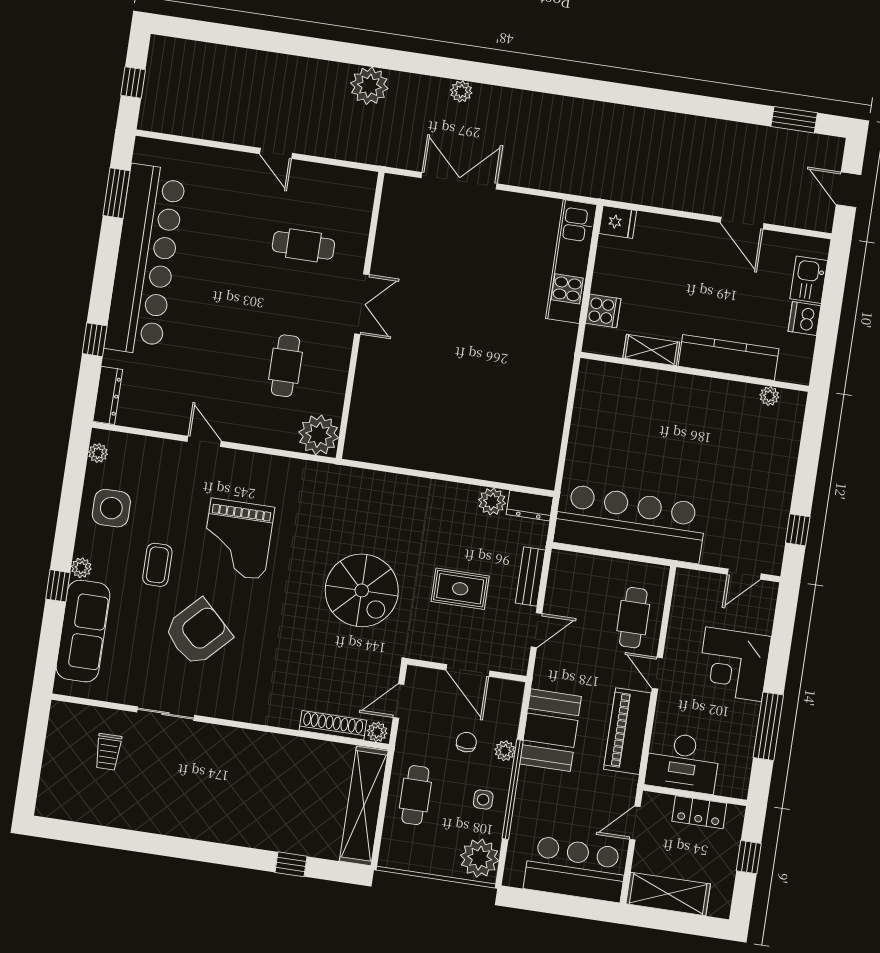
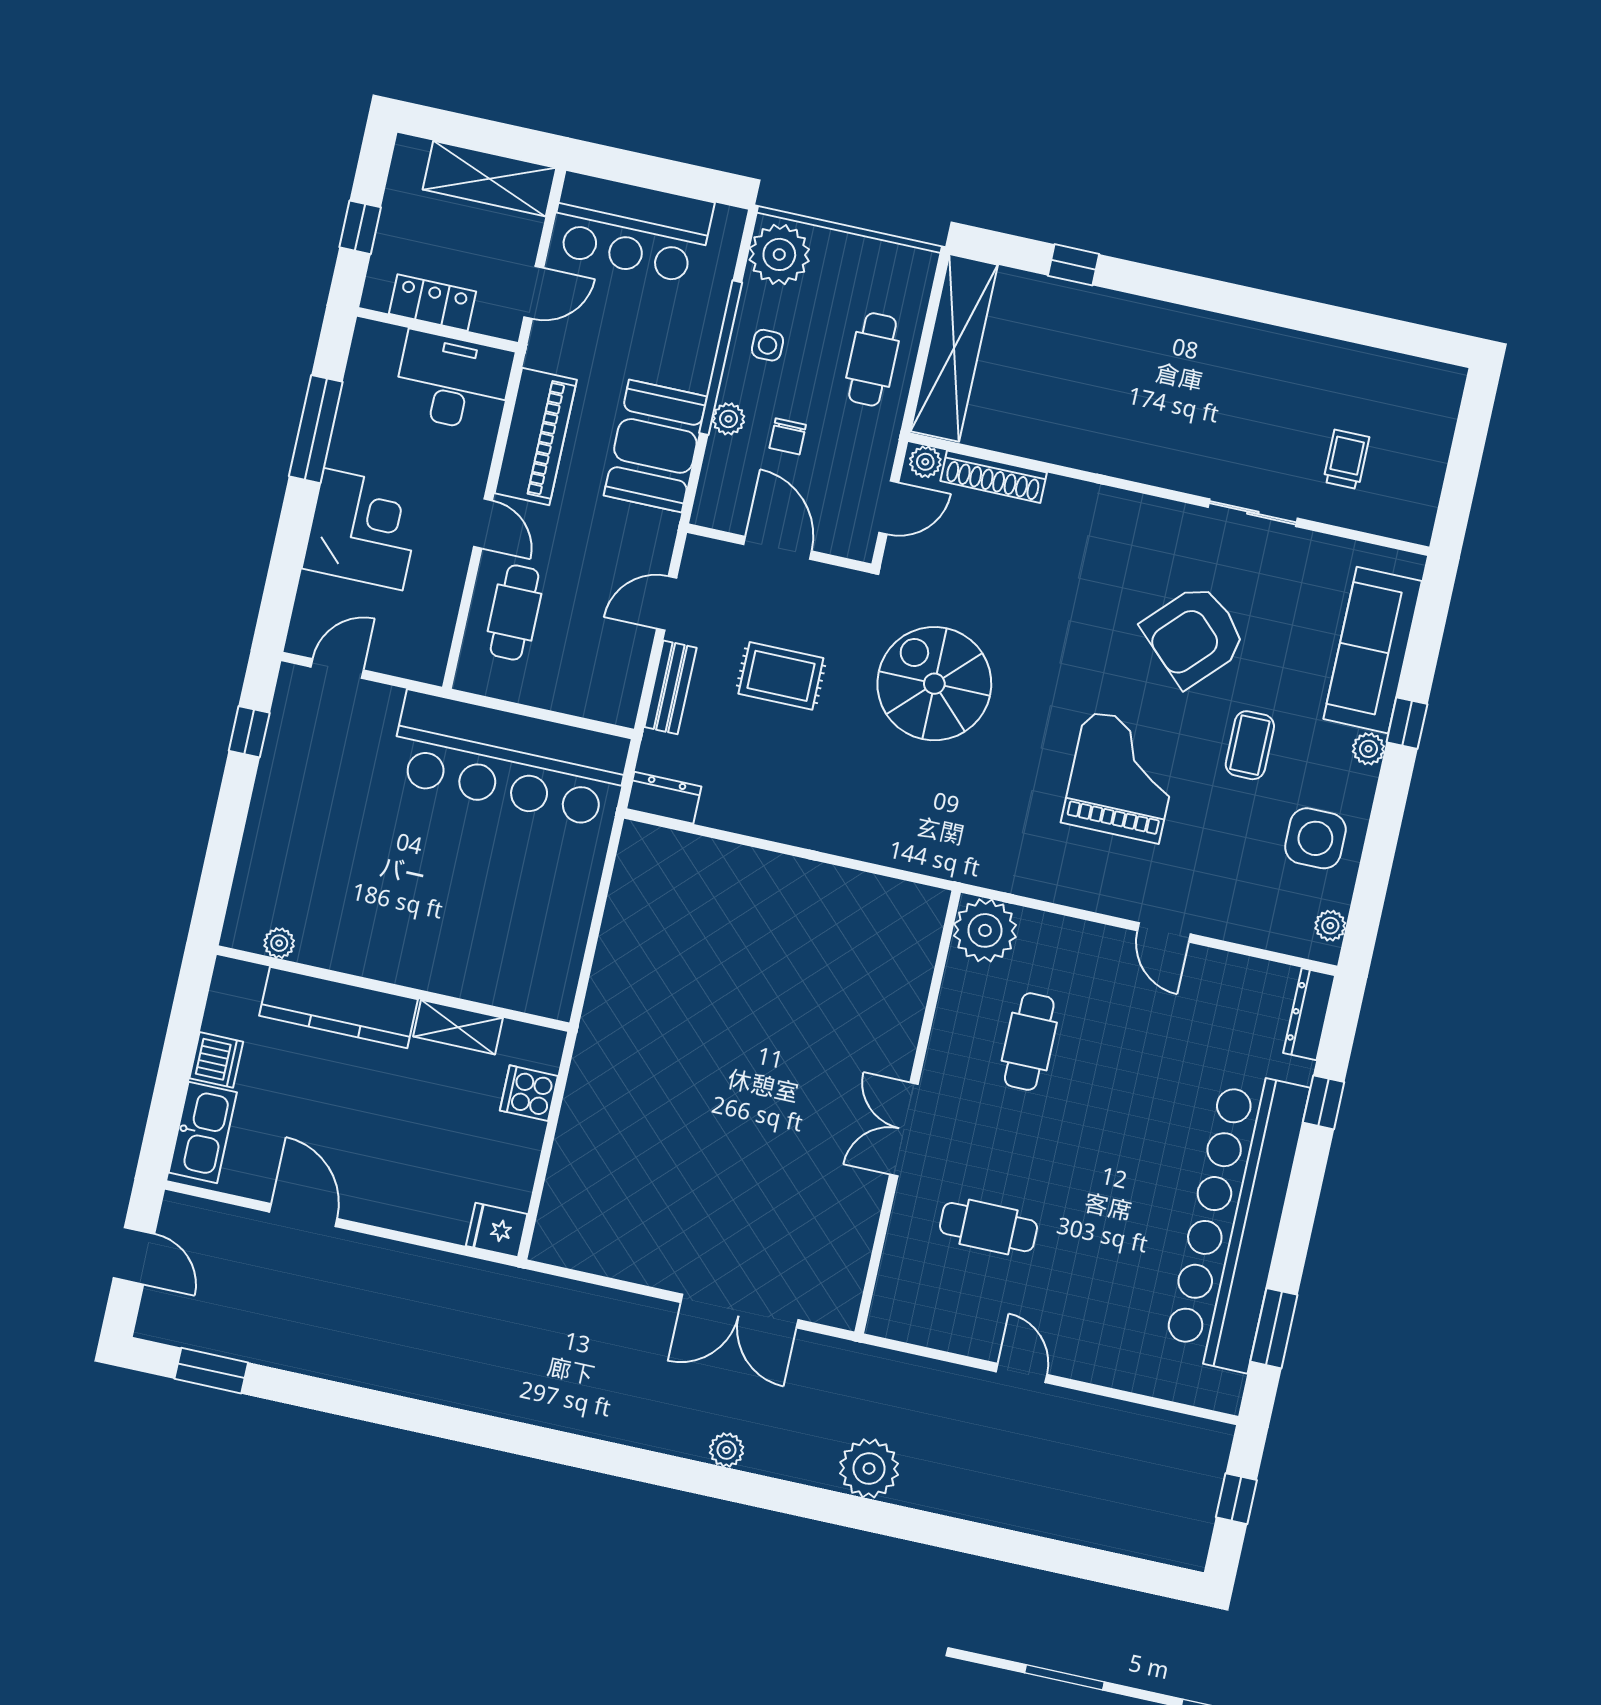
kitchen unit: (571, 262) -> (573, 1173), removed
kitchen sink: (809, 280) -> (203, 1132), width x1.38
plant: (492, 502) -> (722, 808), removed

